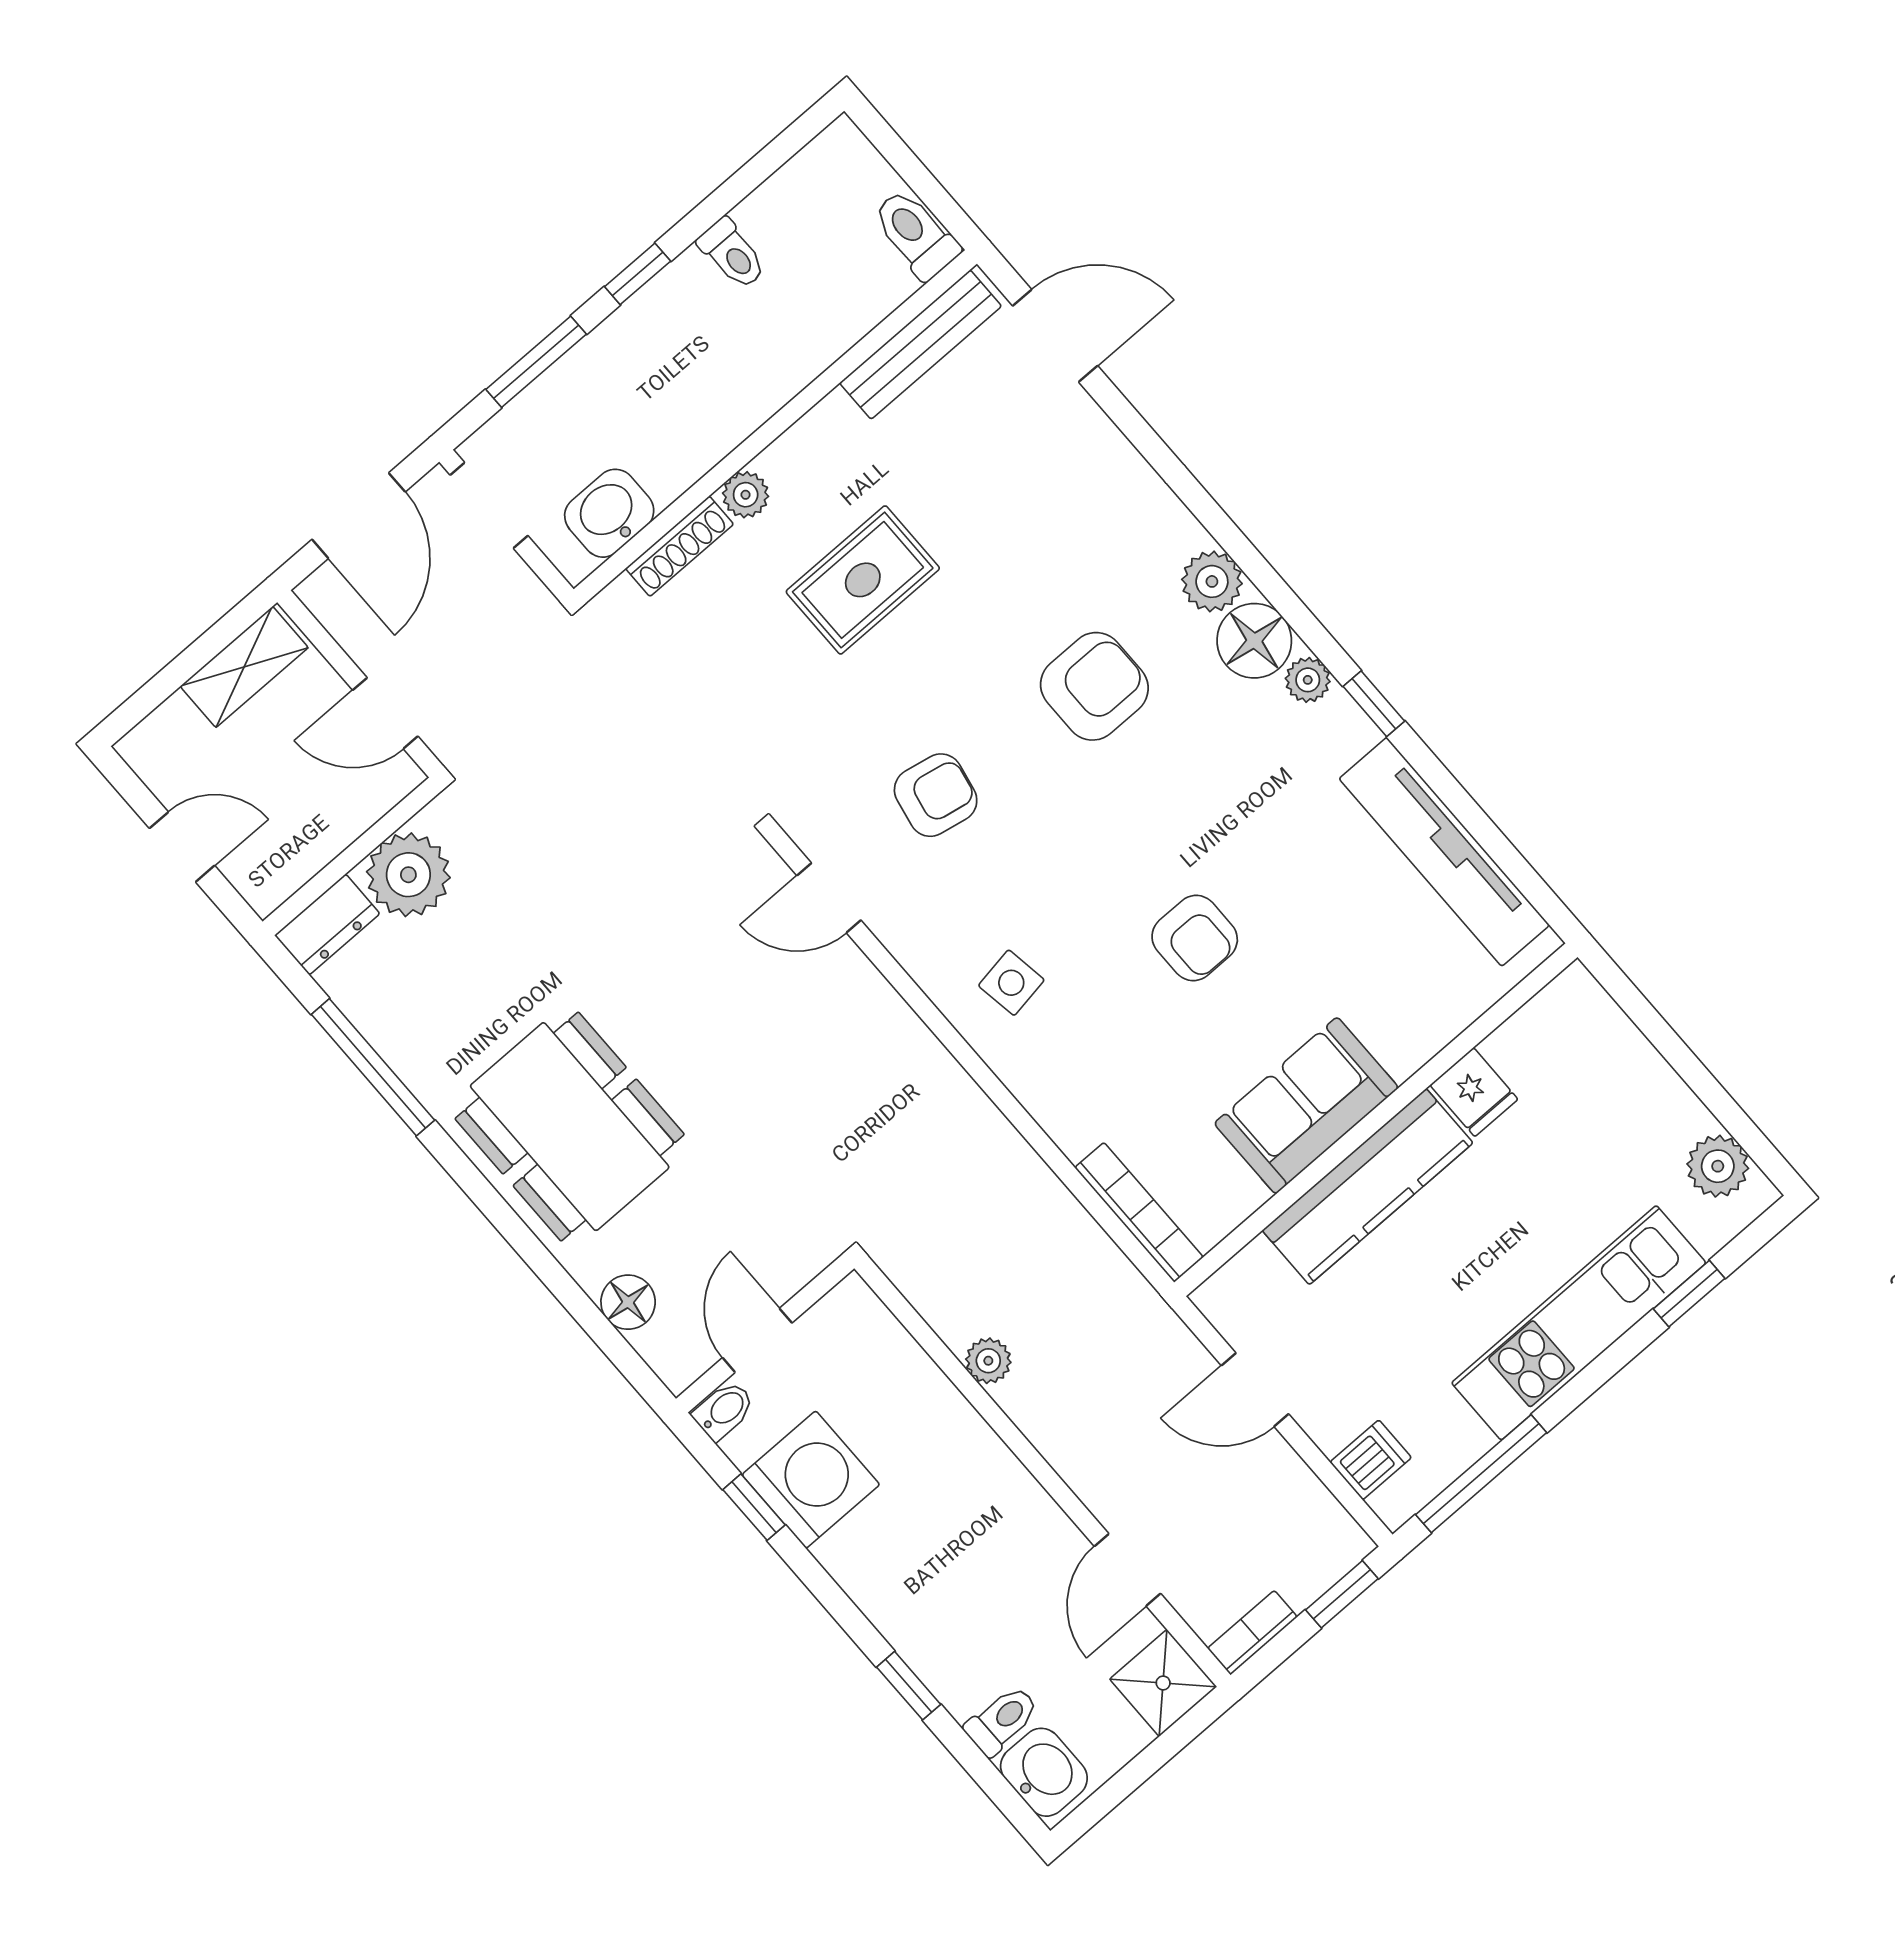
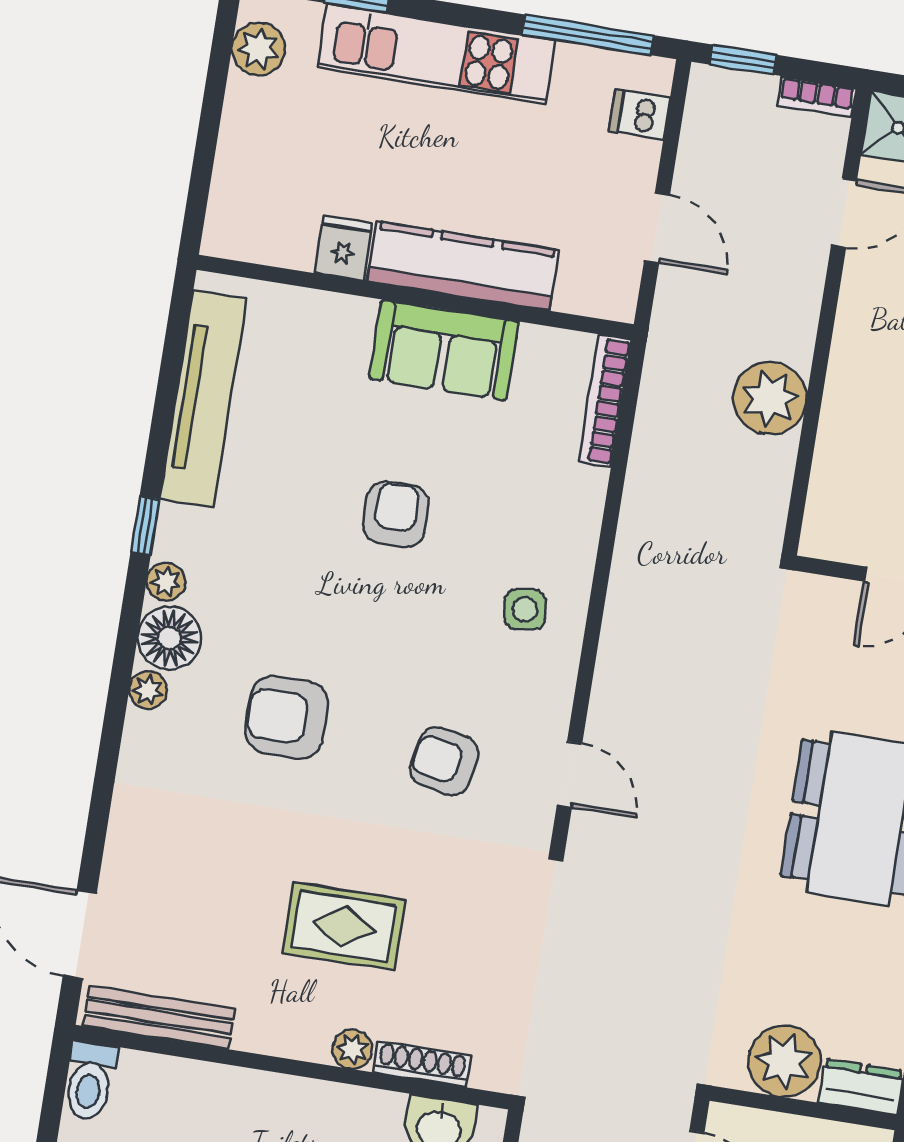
plant: (1212, 581) -> (148, 690), width x0.73, depth x0.73
plant: (988, 1361) -> (770, 398), width x1.88, depth x1.88

